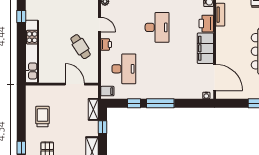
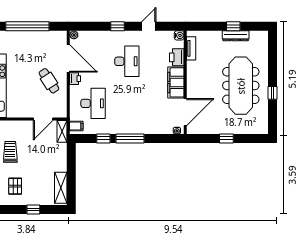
door: (100, 25) -> (68, 58), width x1.88
door: (215, 77) -> (185, 112), hinge flipped
door: (75, 84) -> (43, 119), swing flipped
shelving: (93, 109) -> (62, 131), moved
window: (103, 127) -> (71, 163), removed

